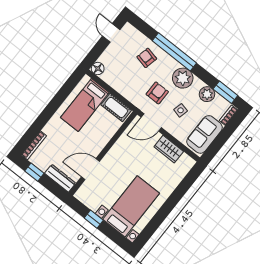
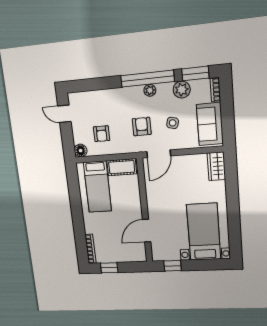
window: (174, 52) -> (147, 79), moved
armchair: (147, 58) -> (102, 134), moved, turned -103
plant: (183, 78) -> (150, 90), width x0.53, depth x0.53
wardrobe: (169, 149) -> (216, 166), moved, turned 90
dresser: (60, 178) -> (131, 256), removed
window: (94, 219) -> (172, 266), moved

